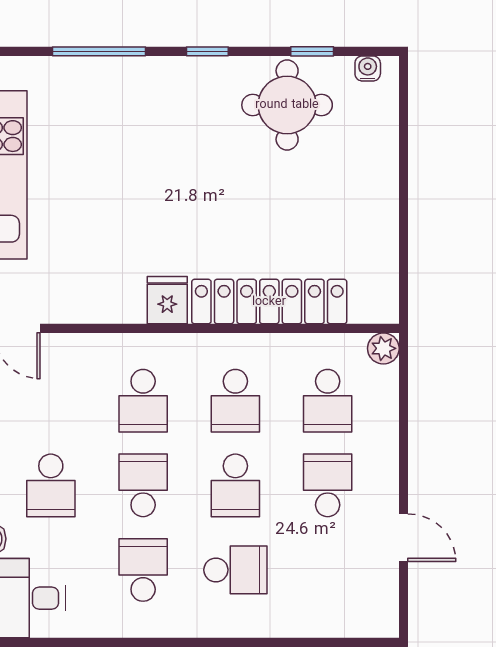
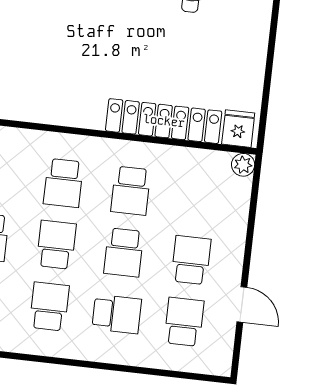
fridge: (167, 300) -> (238, 129), moved
school desk: (328, 401) -> (184, 322), moved, turned 180

